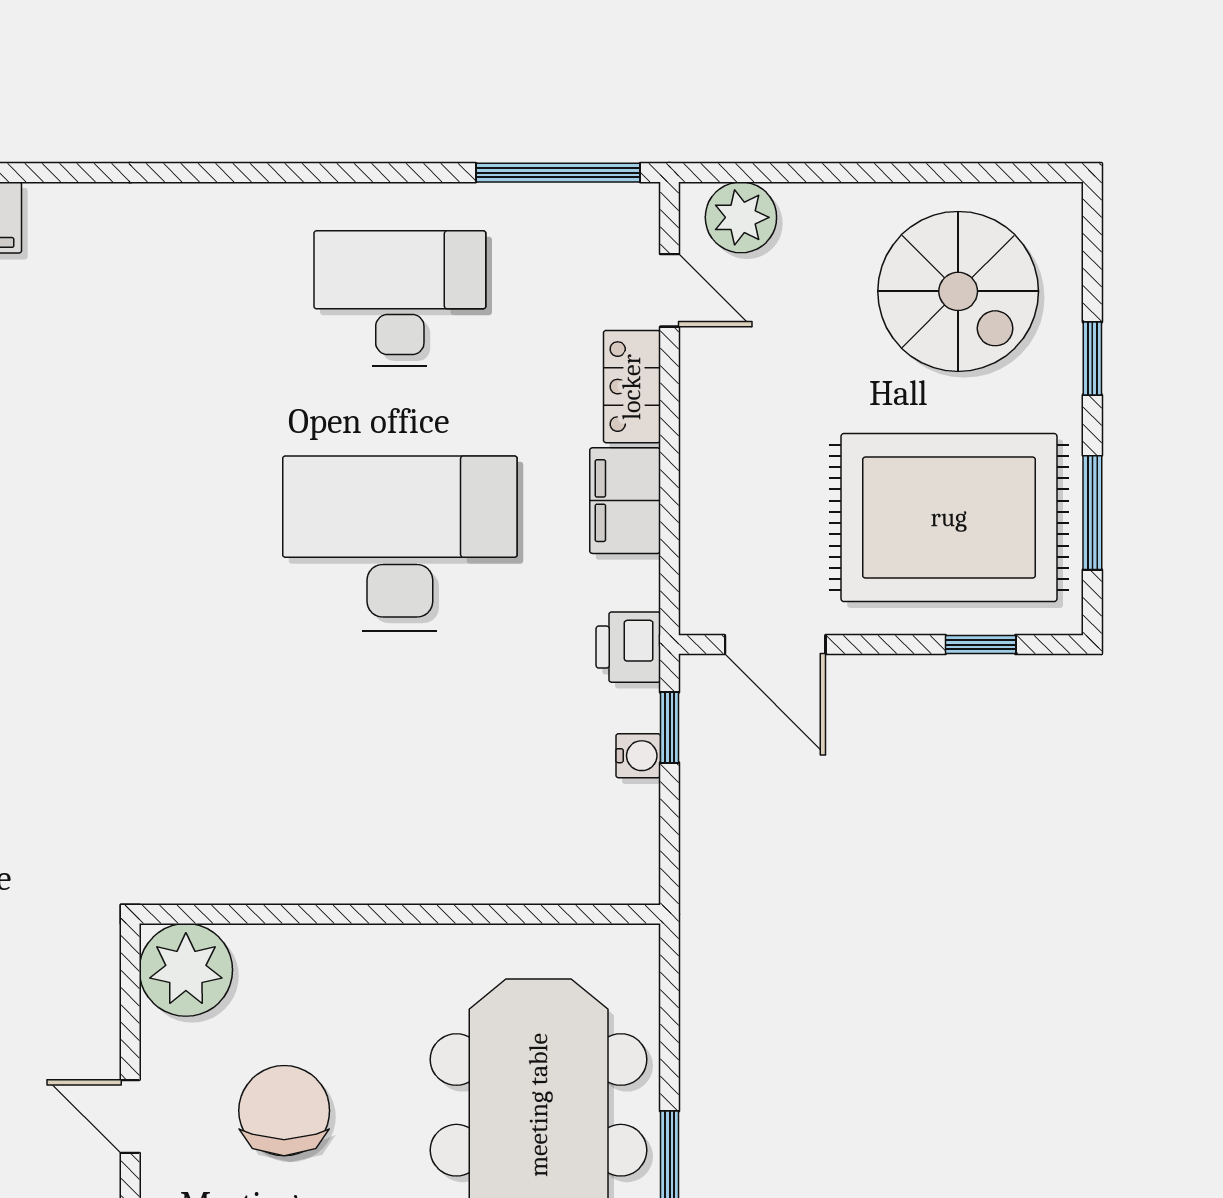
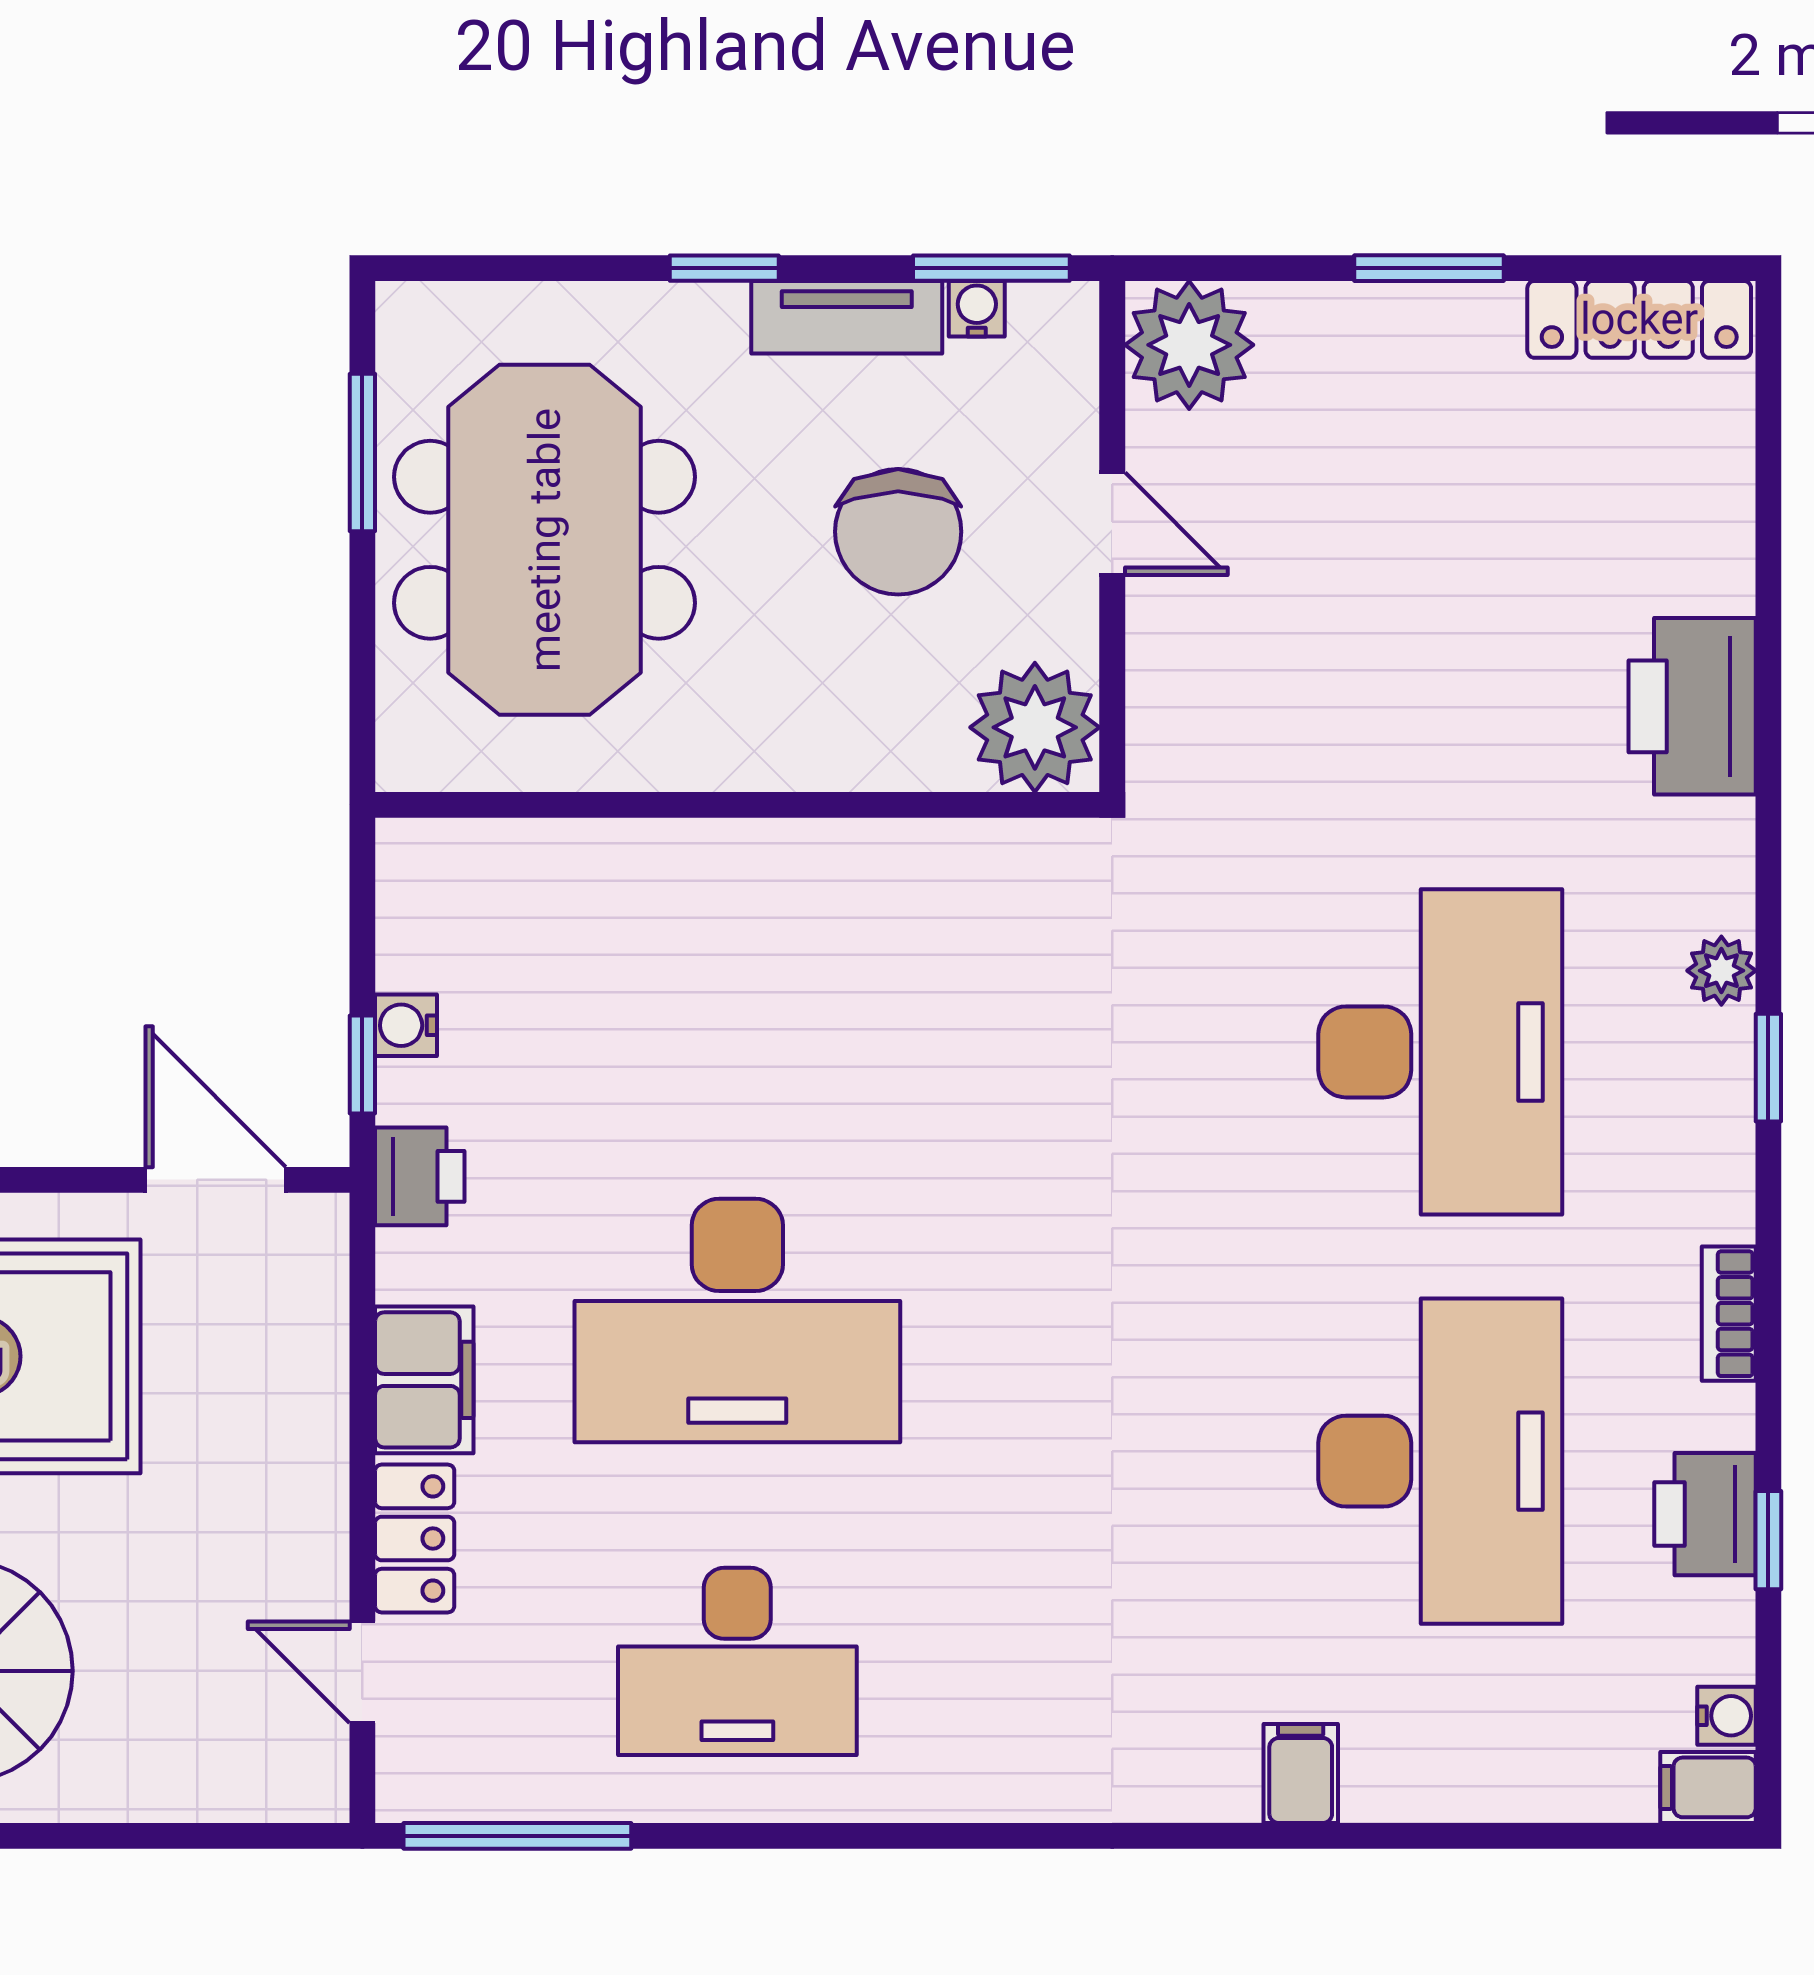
plant: (741, 217) -> (263, 1774), removed

